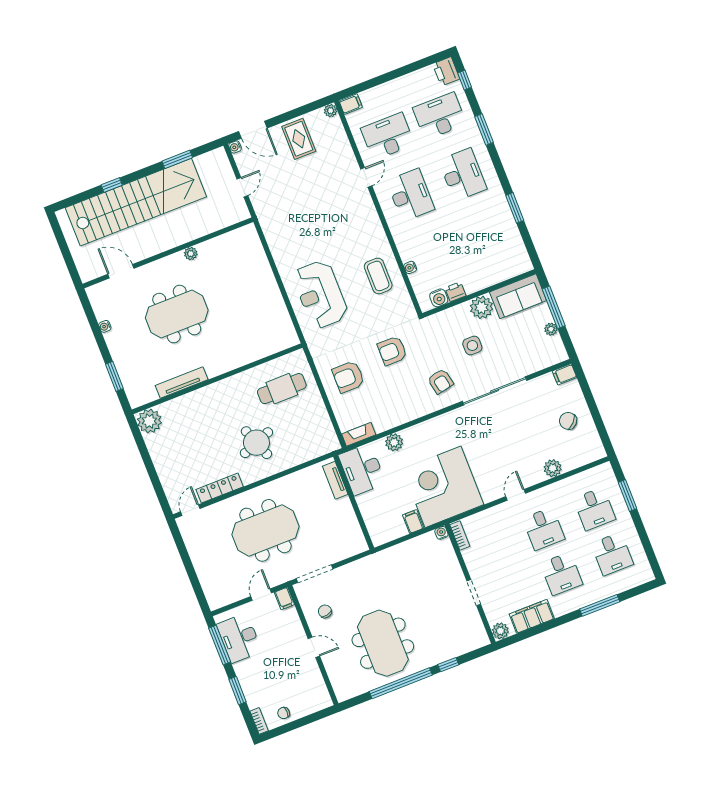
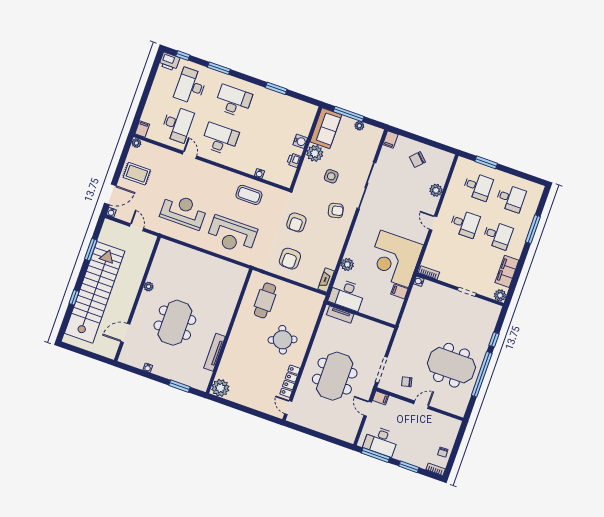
desk: (388, 136) -> (177, 124), turned 180
reception desk: (302, 222) -> (184, 211), added
water cooler: (439, 298) -> (300, 141), moved

